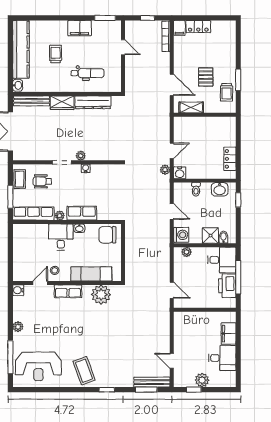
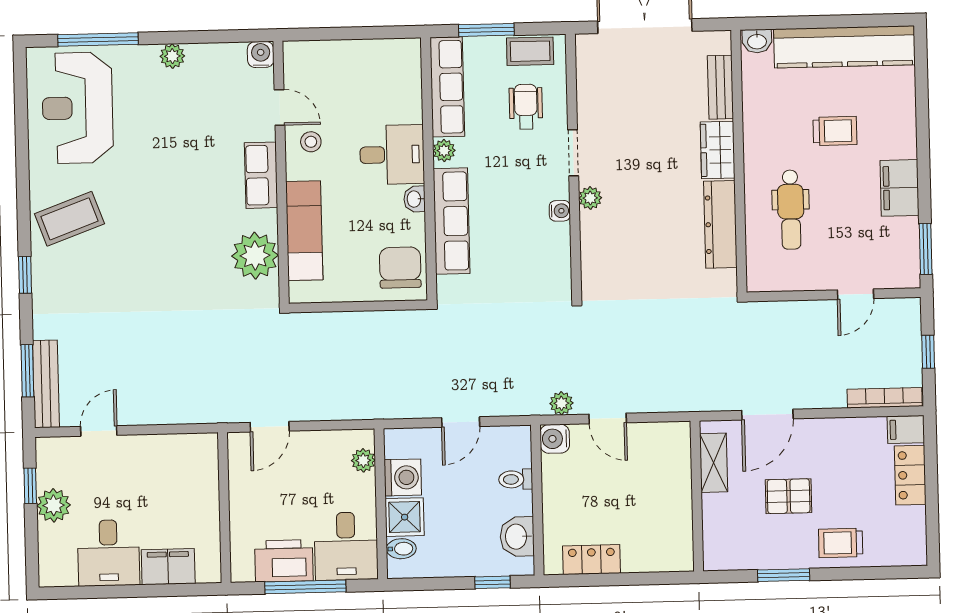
trolley: (227, 92) -> (841, 543), moved
bench: (32, 101) -> (720, 87), width x0.73
row of seats: (82, 213) -> (452, 221), width x1.48
washing machine: (181, 235) -> (403, 477), moved, turned -90

